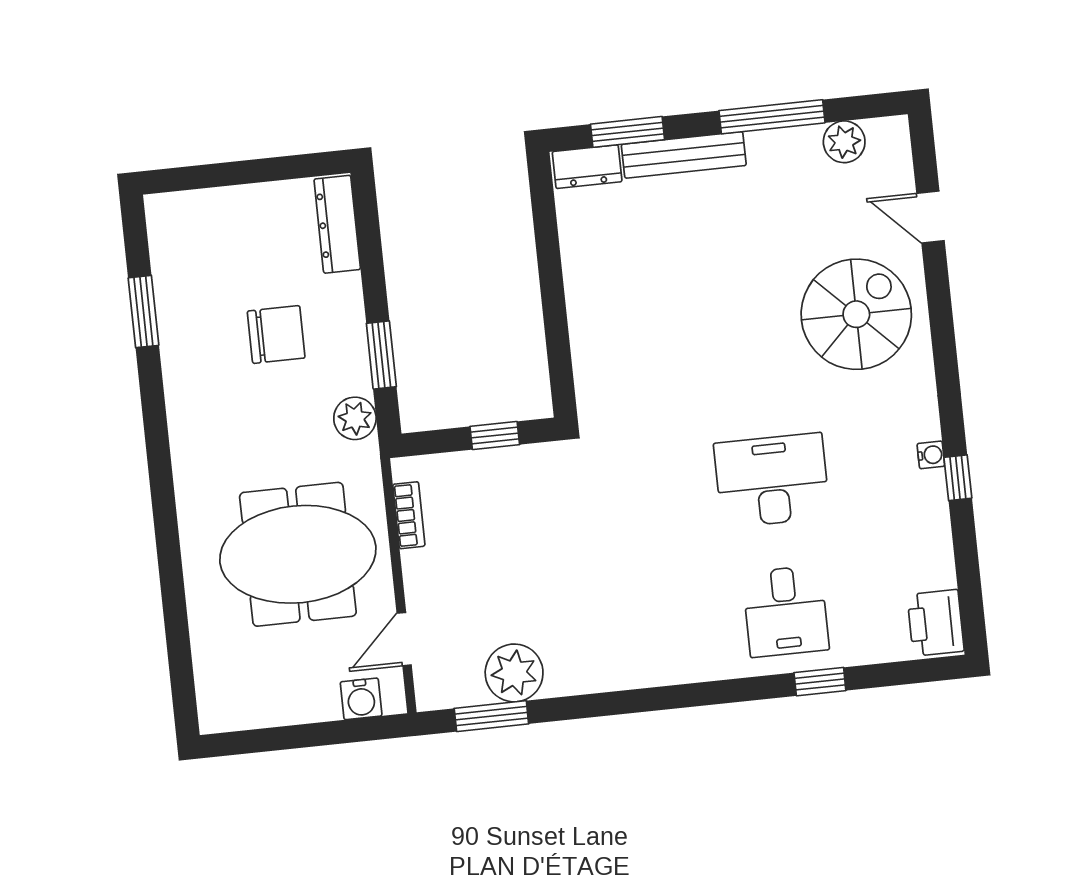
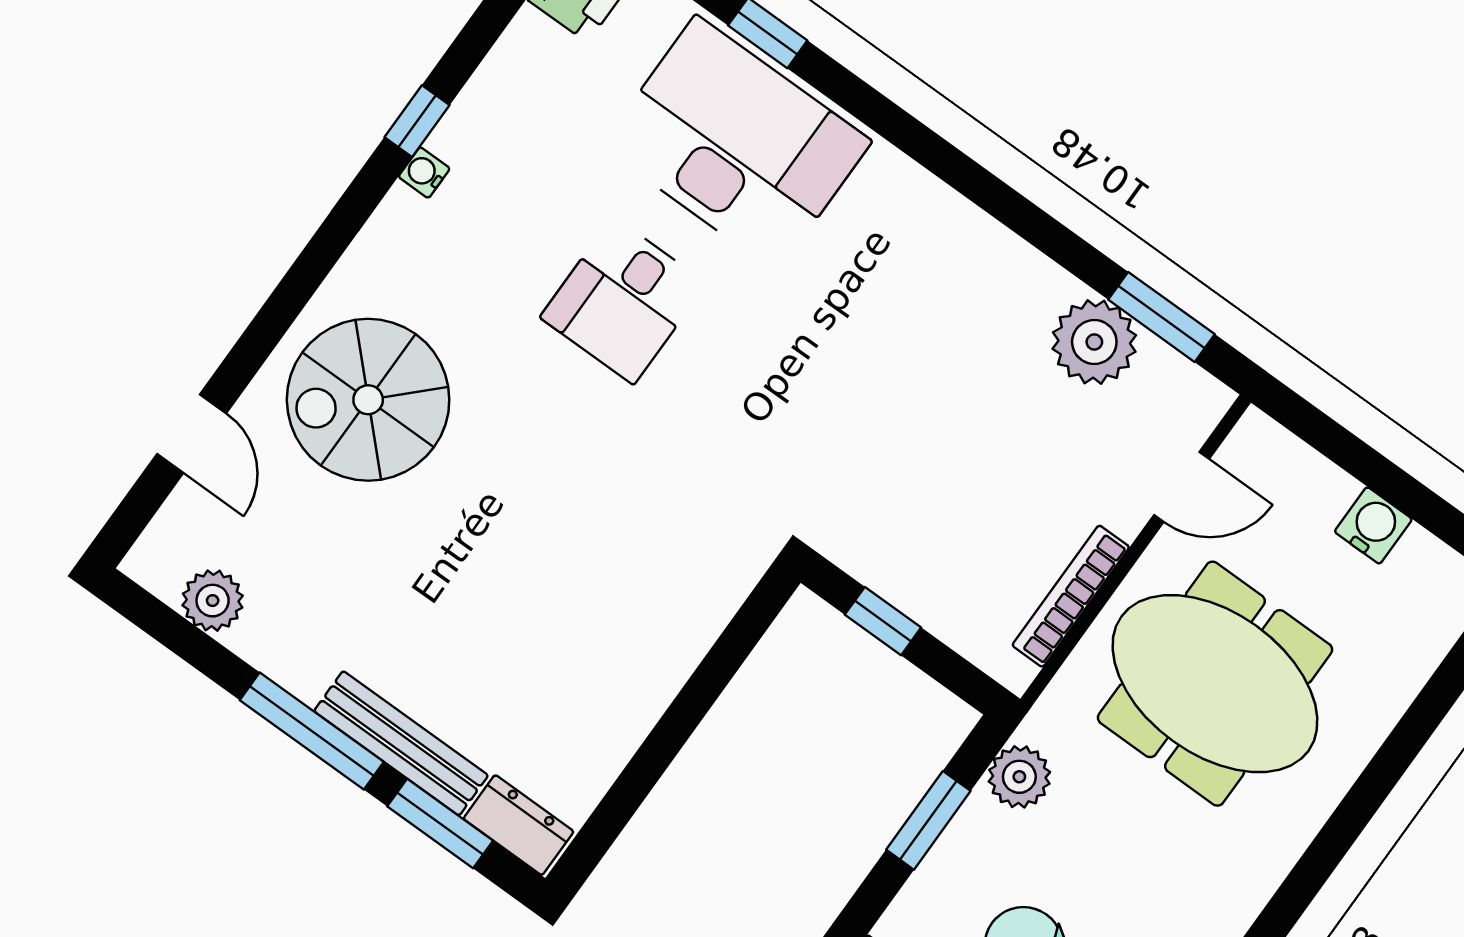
window: (772, 117) -> (312, 731), moved
desk: (772, 480) -> (623, 300), width x0.73
bookcase: (409, 515) -> (1071, 596), width x1.56
desk: (786, 611) -> (736, 144), width x1.87, depth x1.30
water cooler: (361, 699) -> (1373, 525), moved

